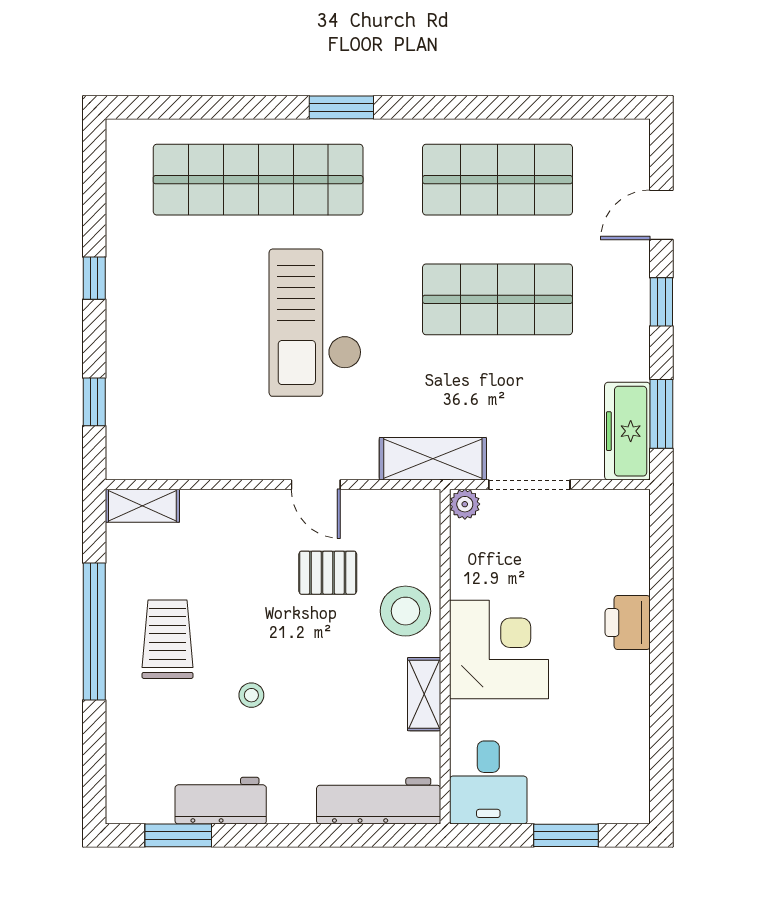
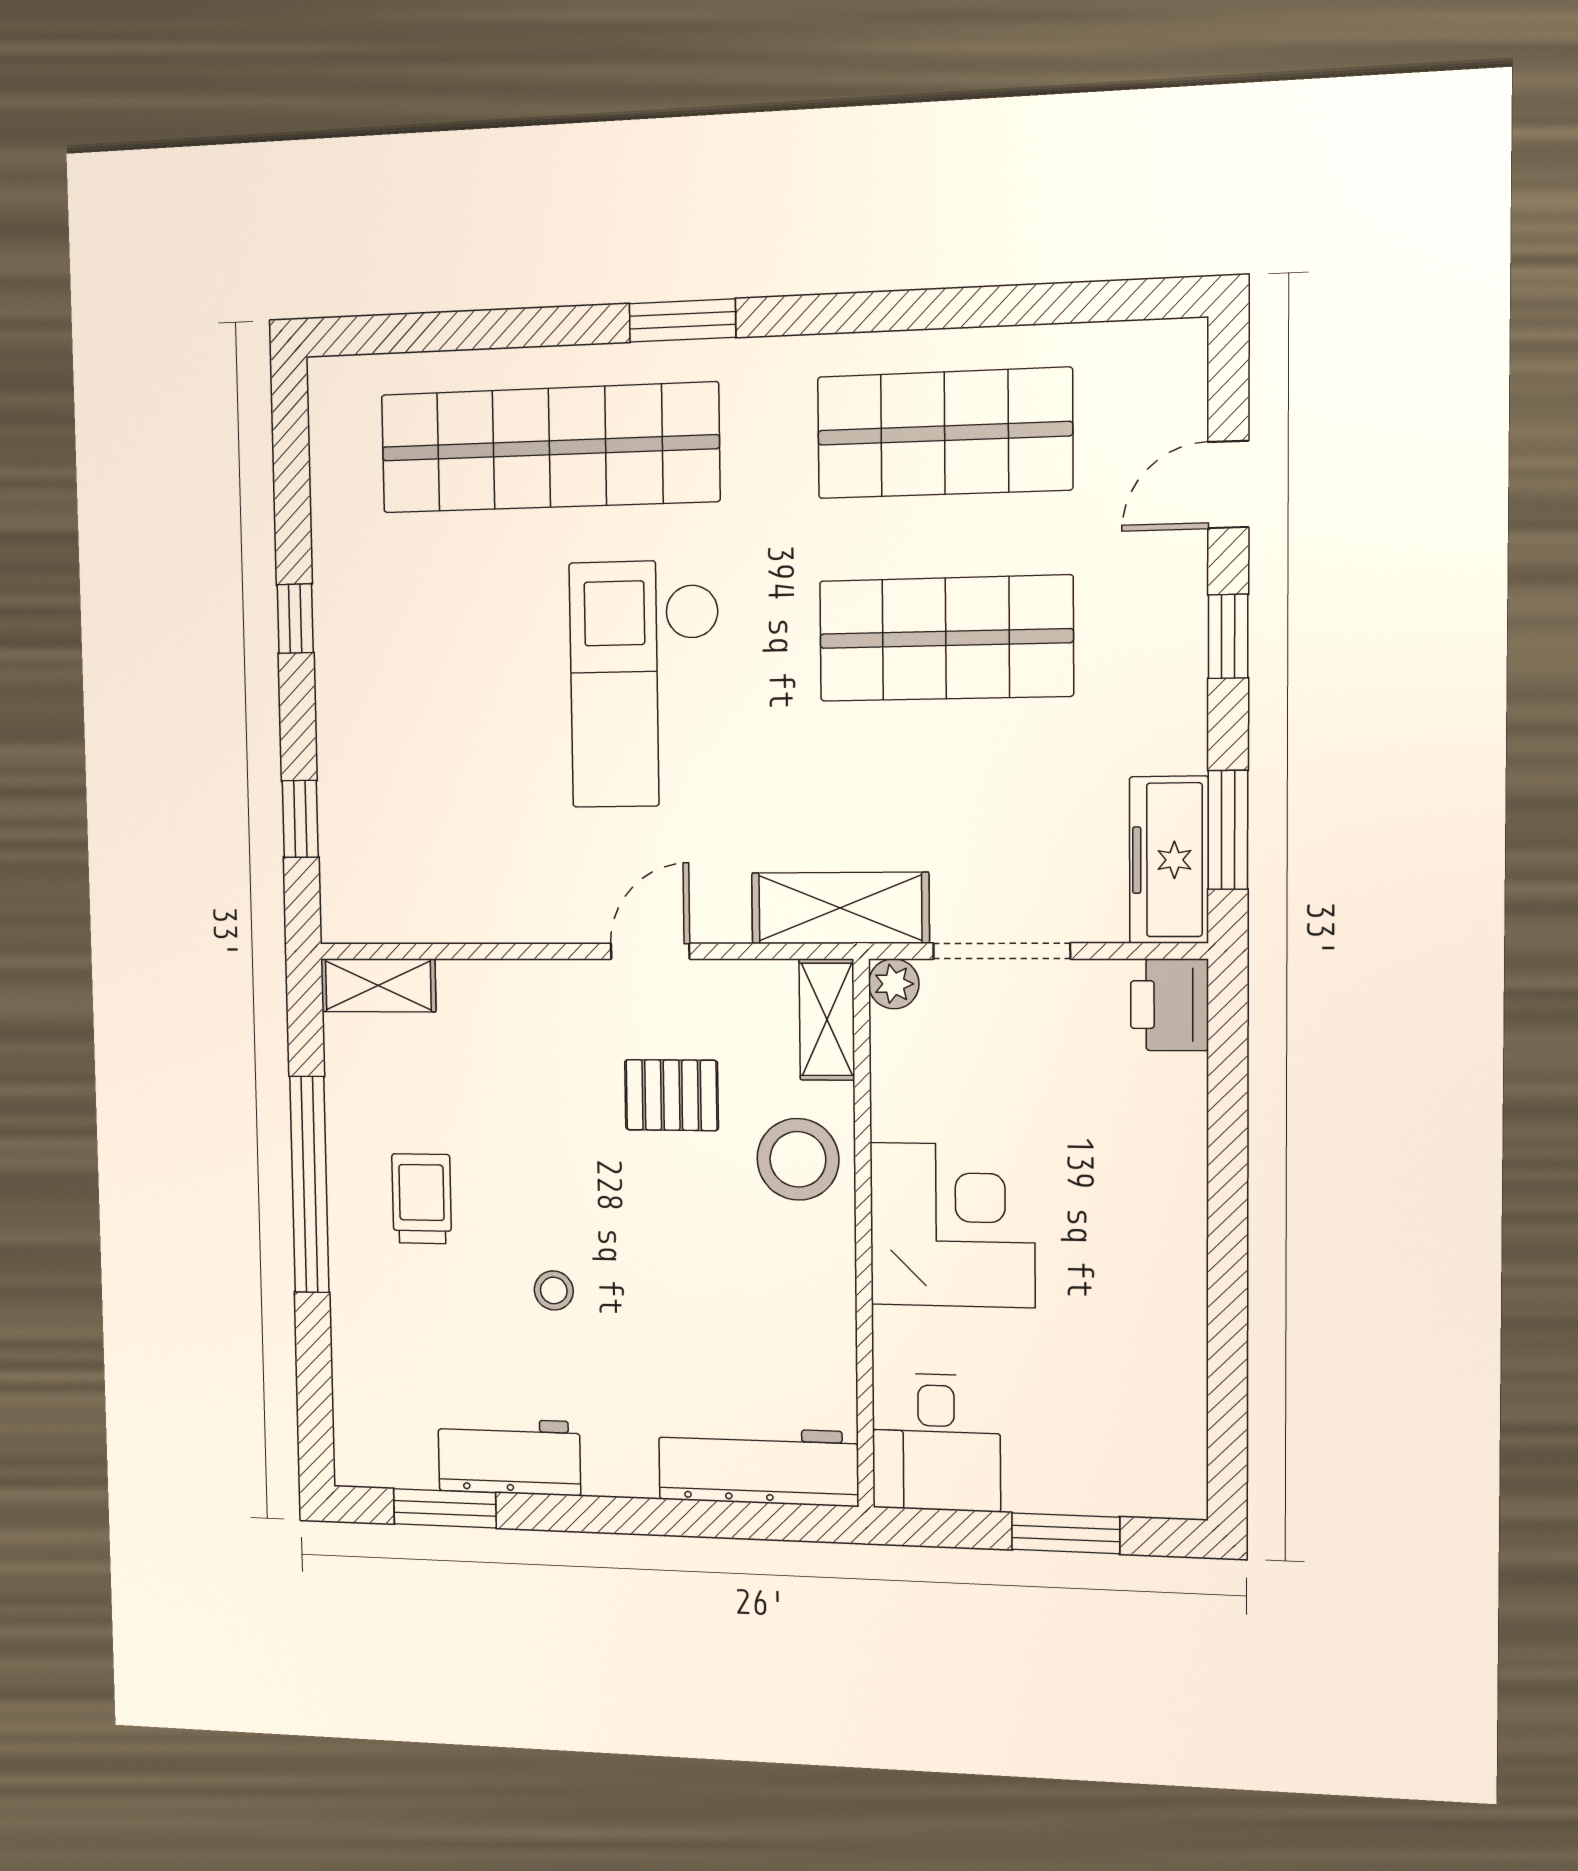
door: (316, 485) -> (650, 951), swing flipped
printer: (628, 622) -> (1169, 1005), moved
trolley: (167, 639) -> (422, 1199), width x0.73, depth x0.72
shelving: (424, 694) -> (827, 1019), moved

